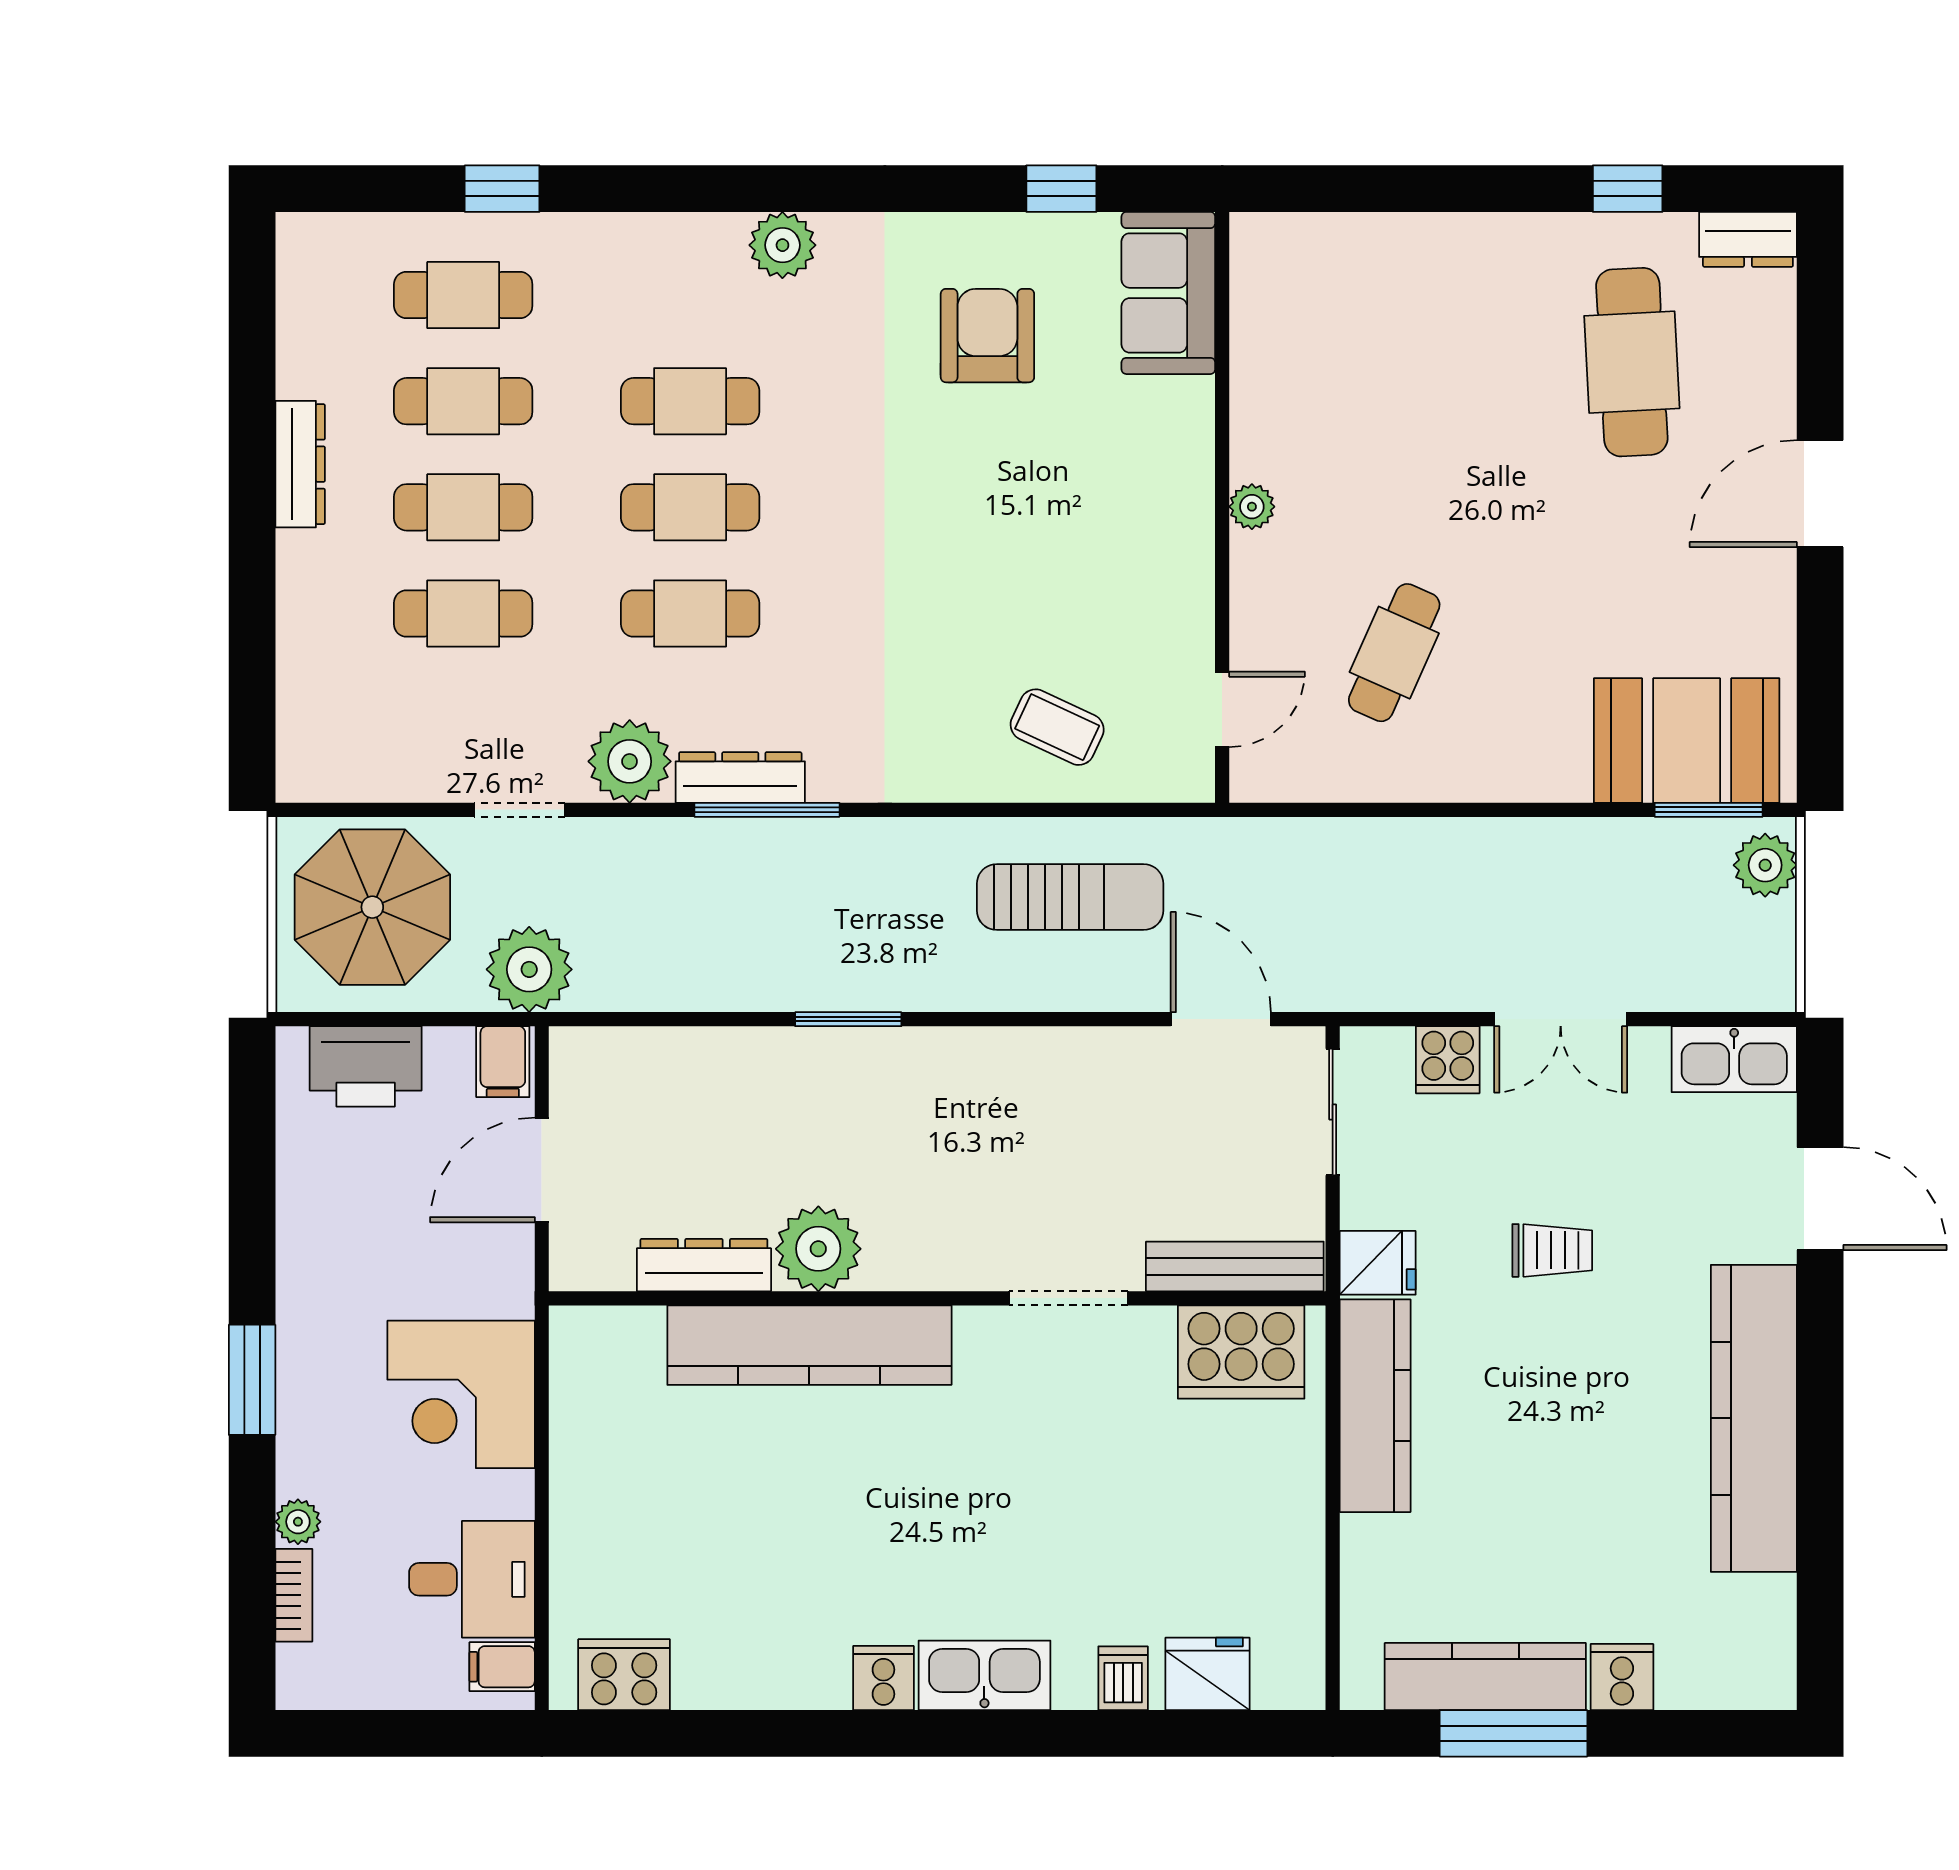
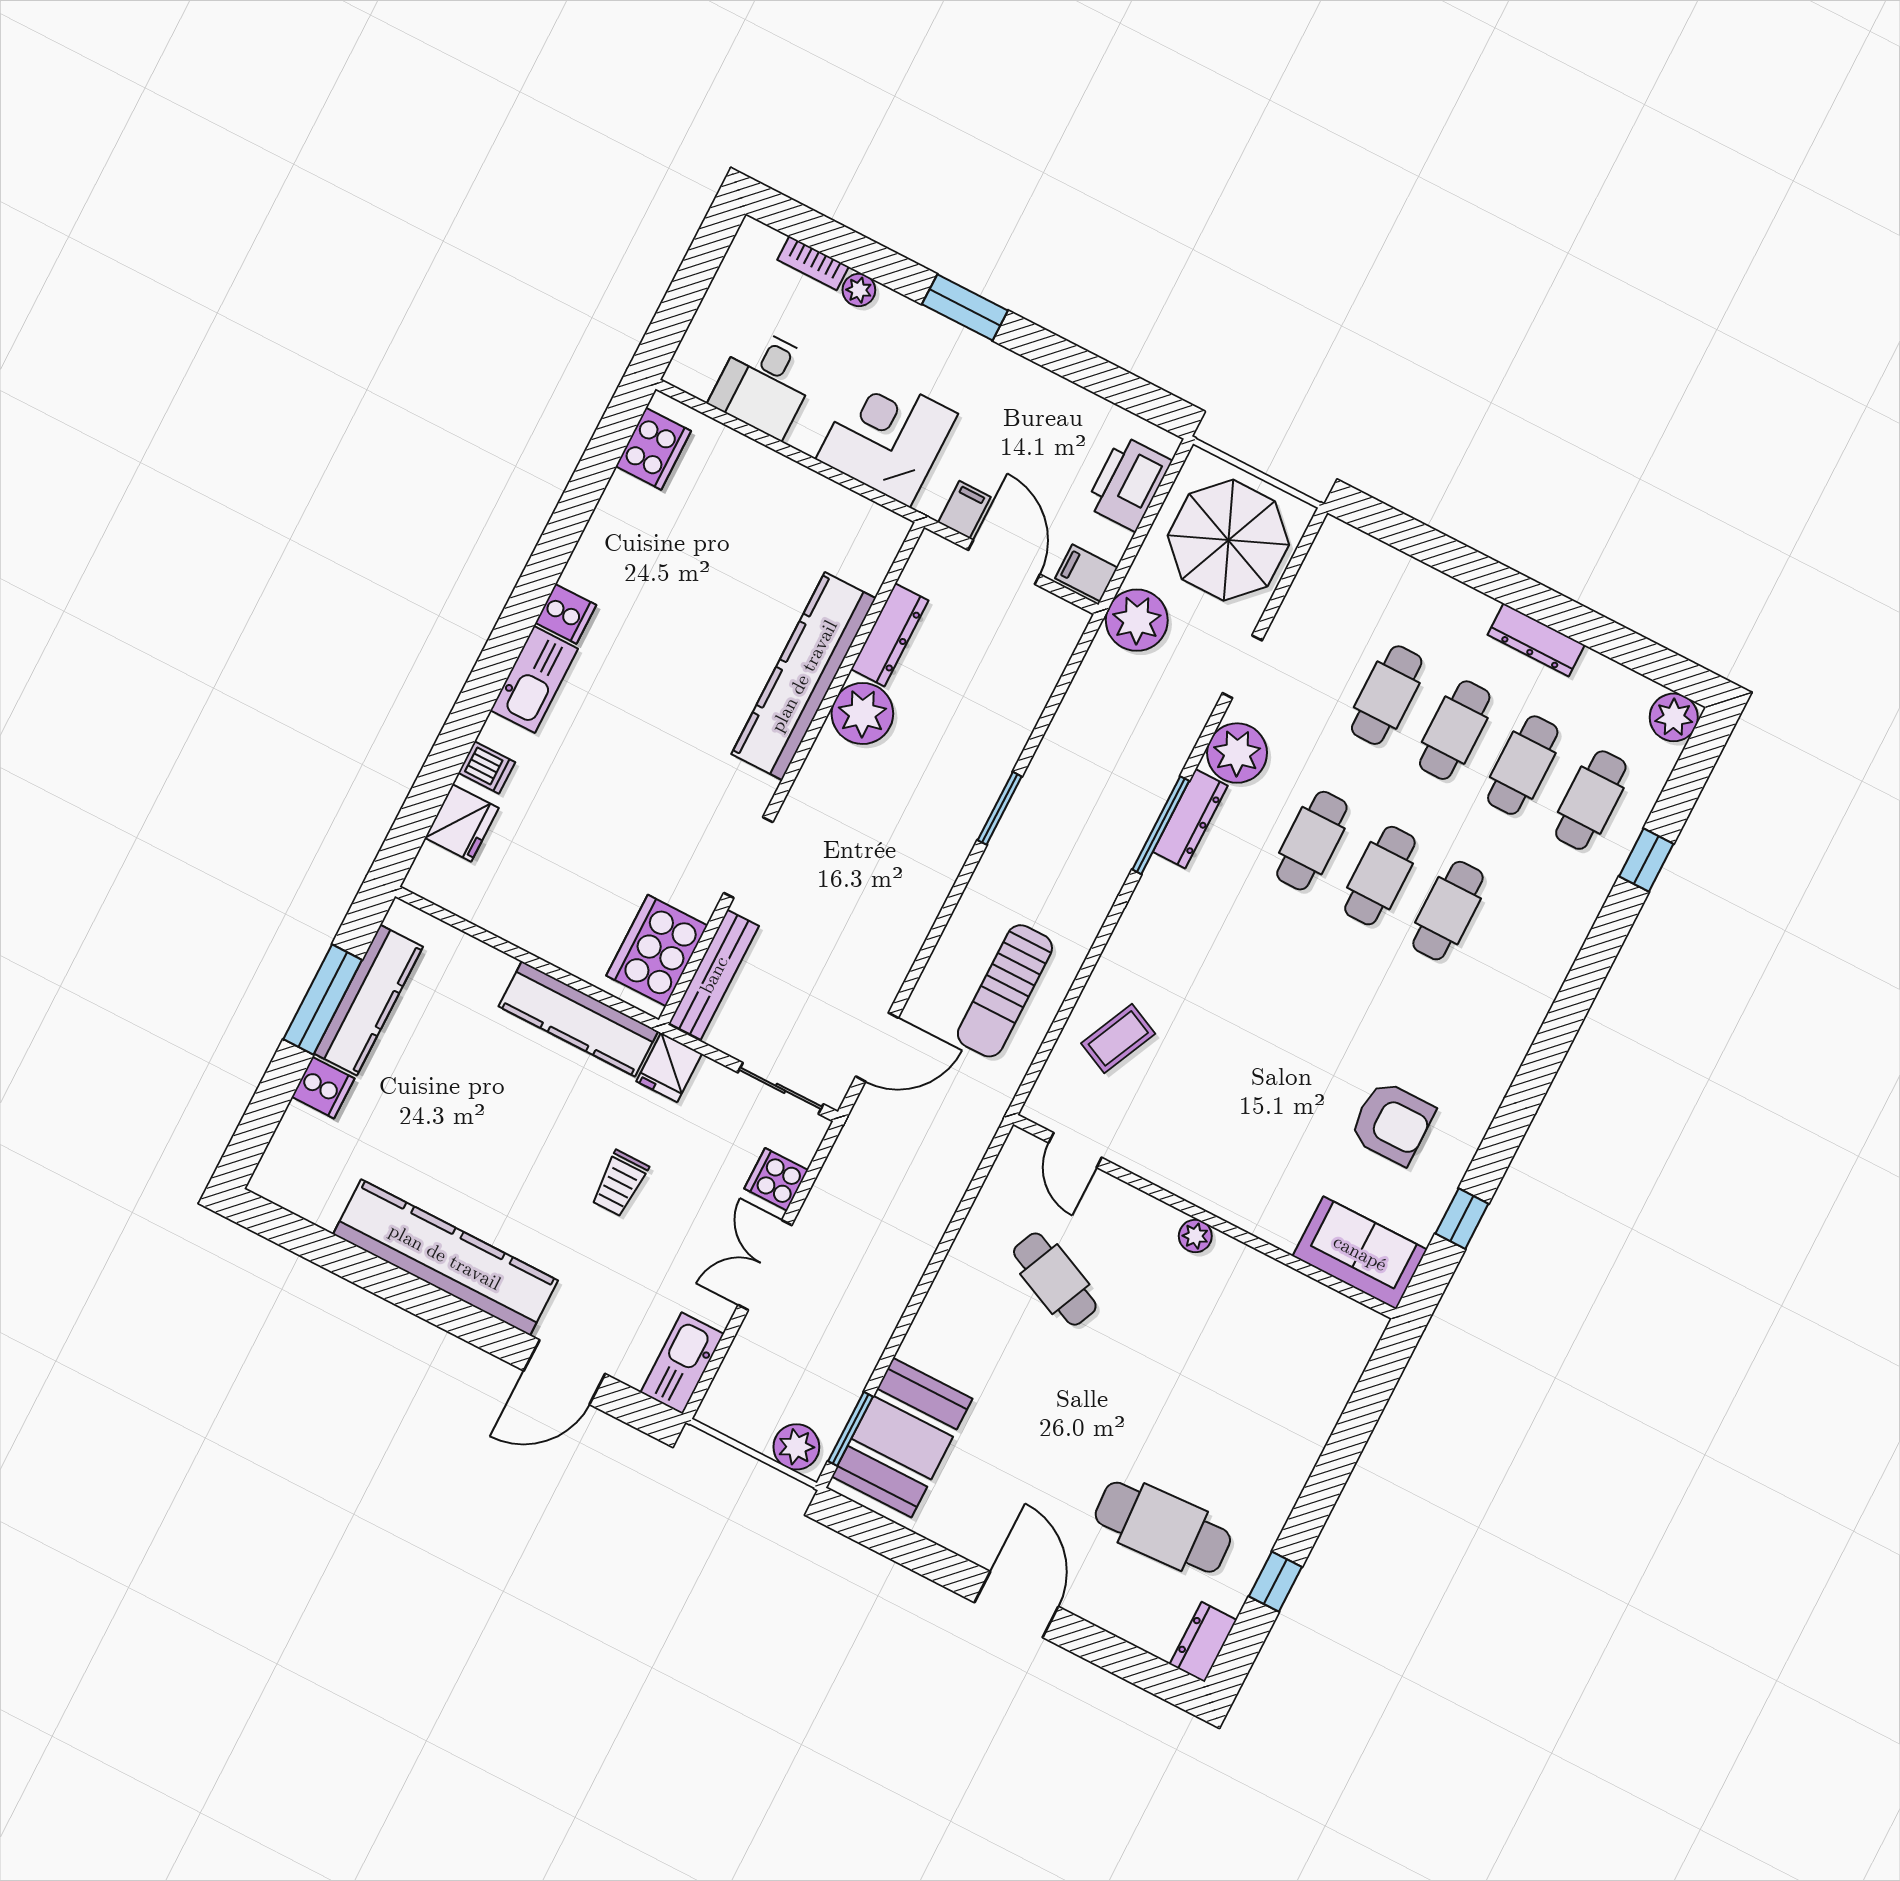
plant: (782, 245) -> (1674, 717), moved
filing cabinet: (502, 1667) -> (964, 510), moved

